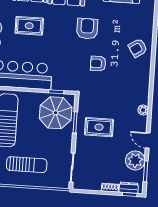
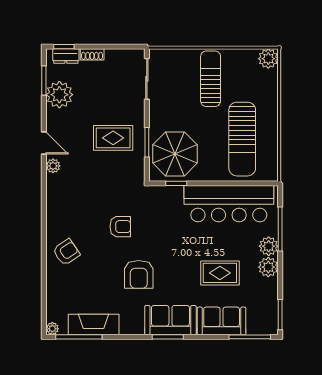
door: (148, 141) -> (44, 143), moved
sun lounger: (27, 165) -> (211, 79), turned 90

